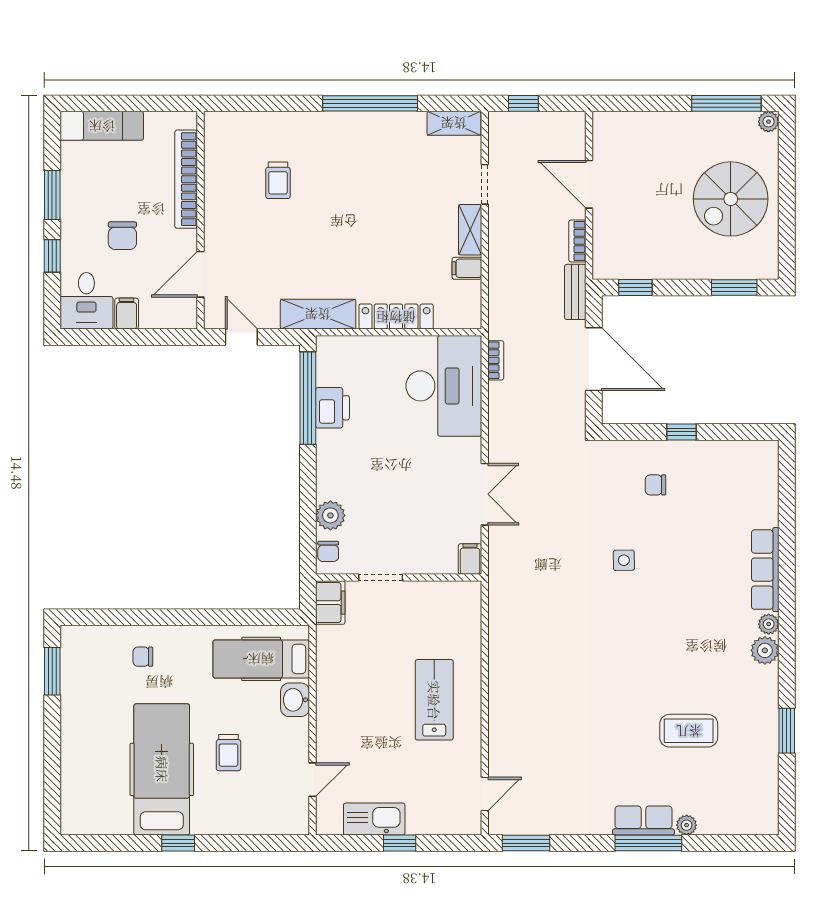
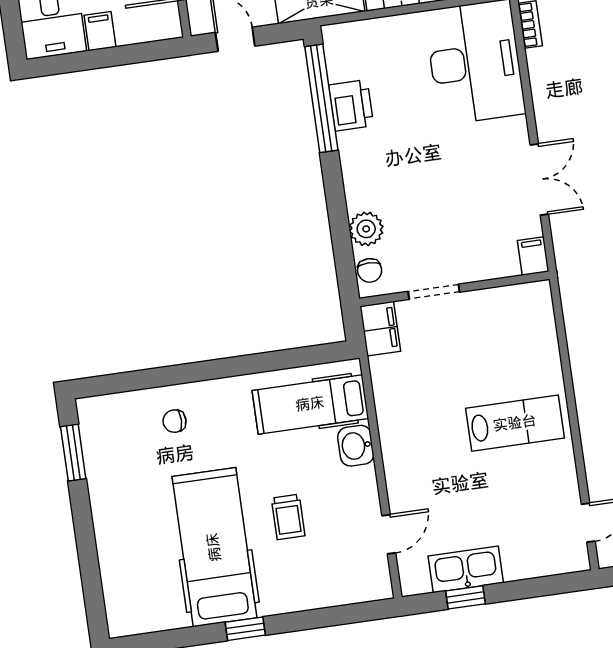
lab bench: (434, 700) -> (515, 423), turned 90
window: (400, 843) -> (465, 597), moved

